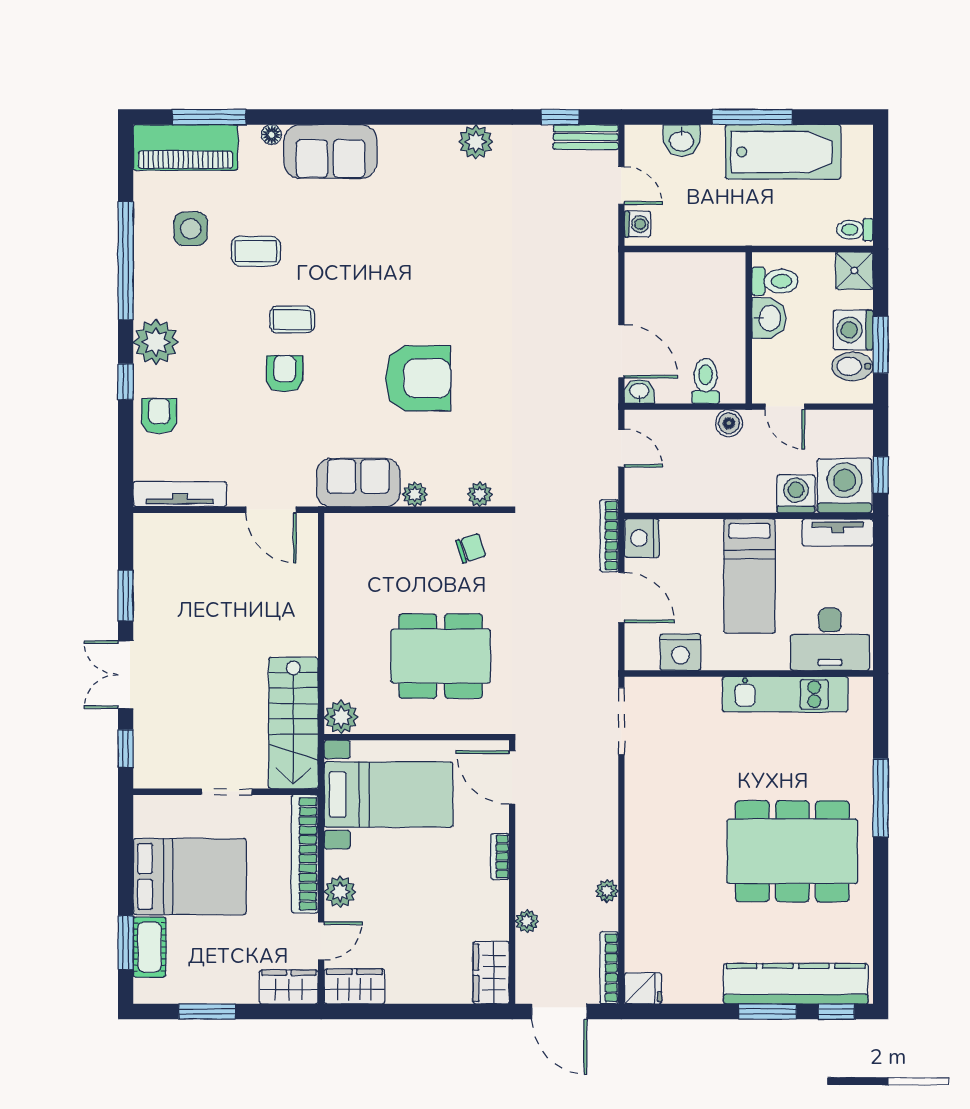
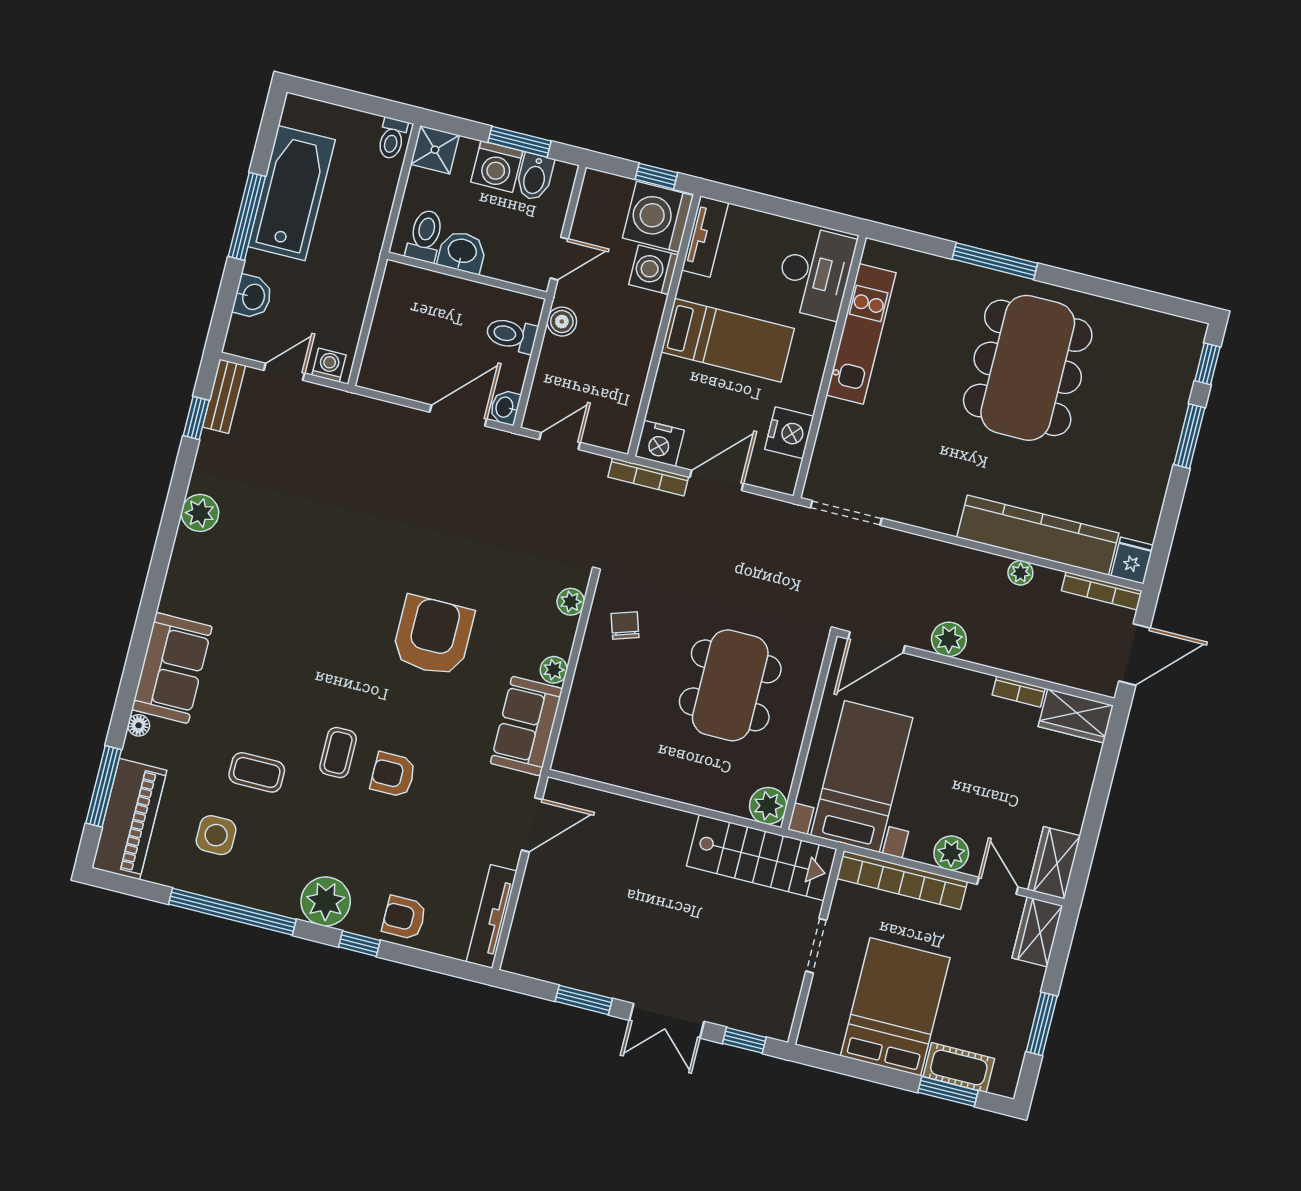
coffee table: (256, 251) -> (257, 772), turned 90
bookcase: (500, 856) -> (1019, 692), moved
plant: (527, 921) -> (949, 639), moved, width x1.38, depth x1.38
kitchen counter: (796, 984) -> (1038, 535), moved, turned 90

